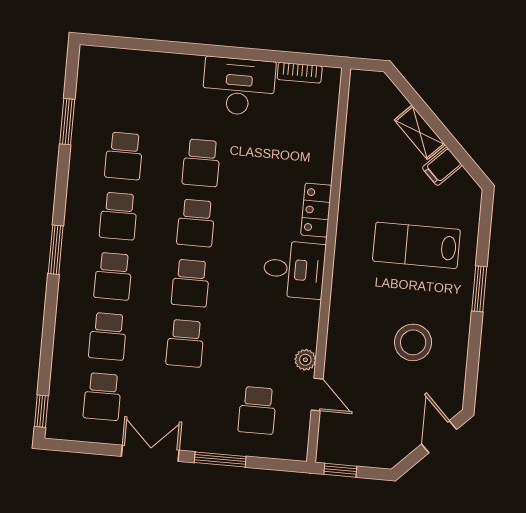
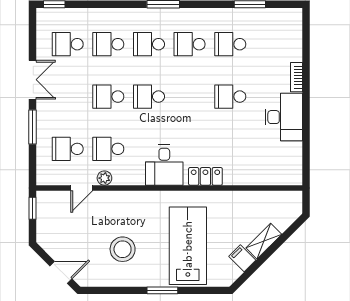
bookcase: (300, 73) -> (297, 77), moved
school desk: (196, 223) -> (108, 149), moved
lab bench: (416, 245) -> (188, 246), width x1.36, depth x1.39

